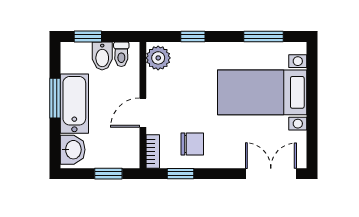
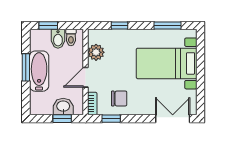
plant: (158, 58) -> (96, 52), moved
washbasin: (73, 150) -> (63, 107), moved, turned -90

